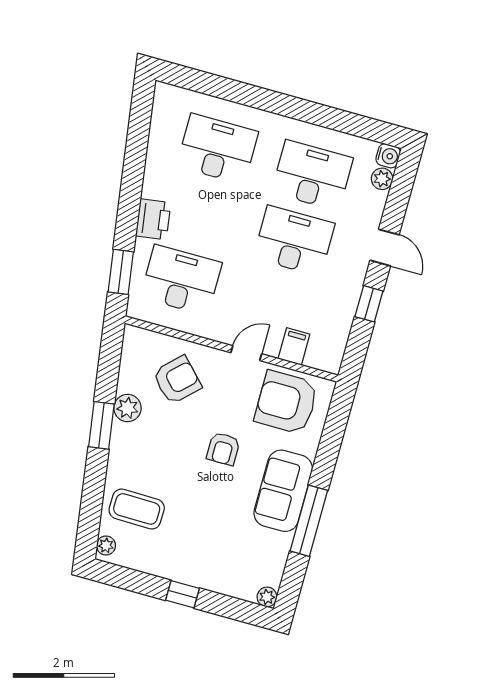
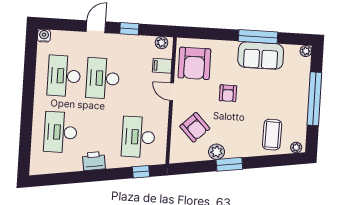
plant: (382, 179) -> (161, 43), moved
printer: (153, 219) -> (94, 161), moved
window: (121, 272) -> (141, 172), width x0.67
armchair: (177, 380) -> (195, 127), turned 180
armchair: (223, 449) -> (228, 93), turned 90
sofa: (283, 491) -> (261, 56), moved
window: (182, 594) -> (314, 99), width x3.17

